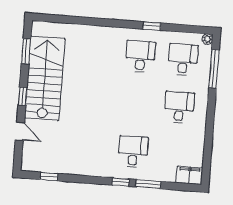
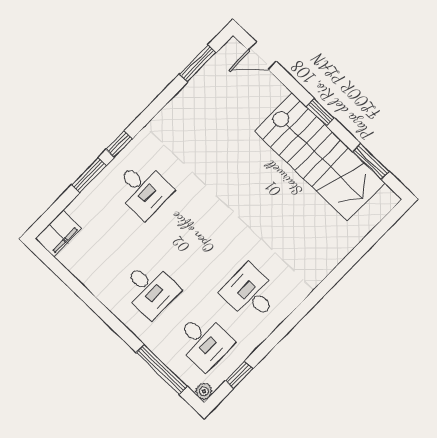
window: (152, 26) -> (239, 375), moved
desk: (140, 56) -> (250, 293), turned 180
door: (20, 131) -> (262, 56), moved
window: (49, 176) -> (198, 64), width x1.50

